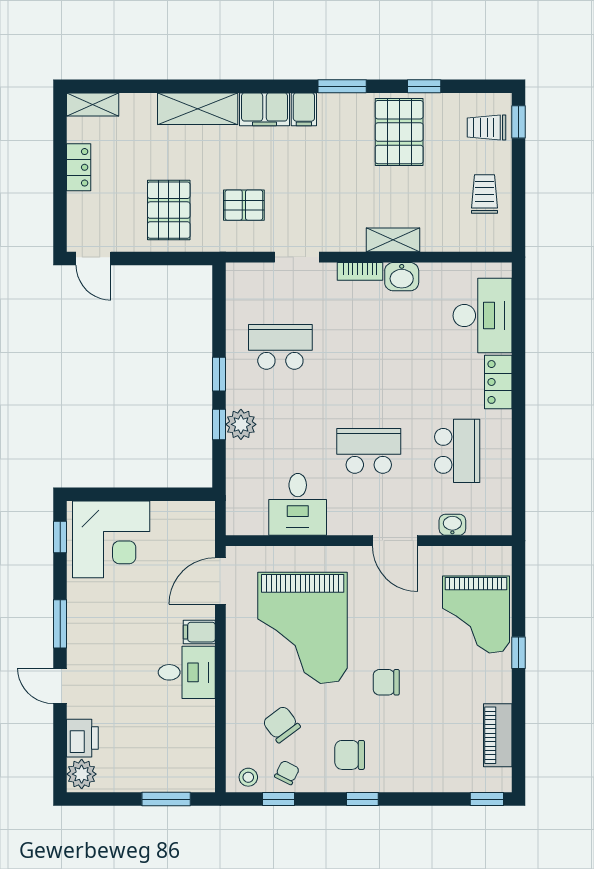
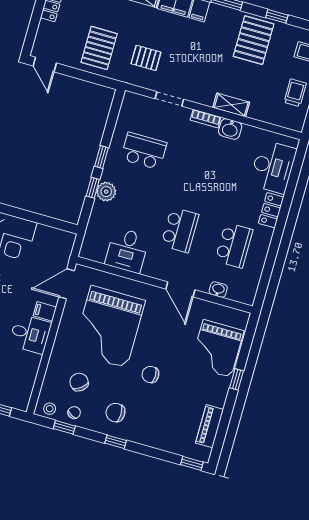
school desk: (369, 451) -> (180, 230), turned 90

